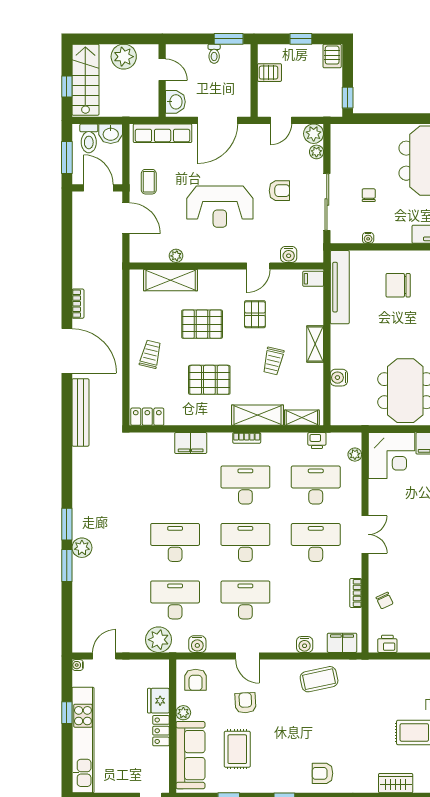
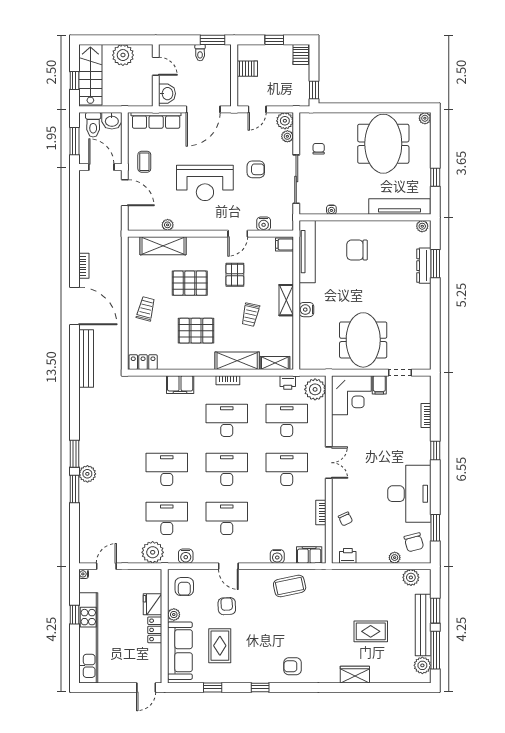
chair: (369, 195) -> (319, 149), moved
water cooler: (339, 378) -> (306, 310), moved
plant: (355, 455) -> (315, 389), width x1.87, depth x1.87

